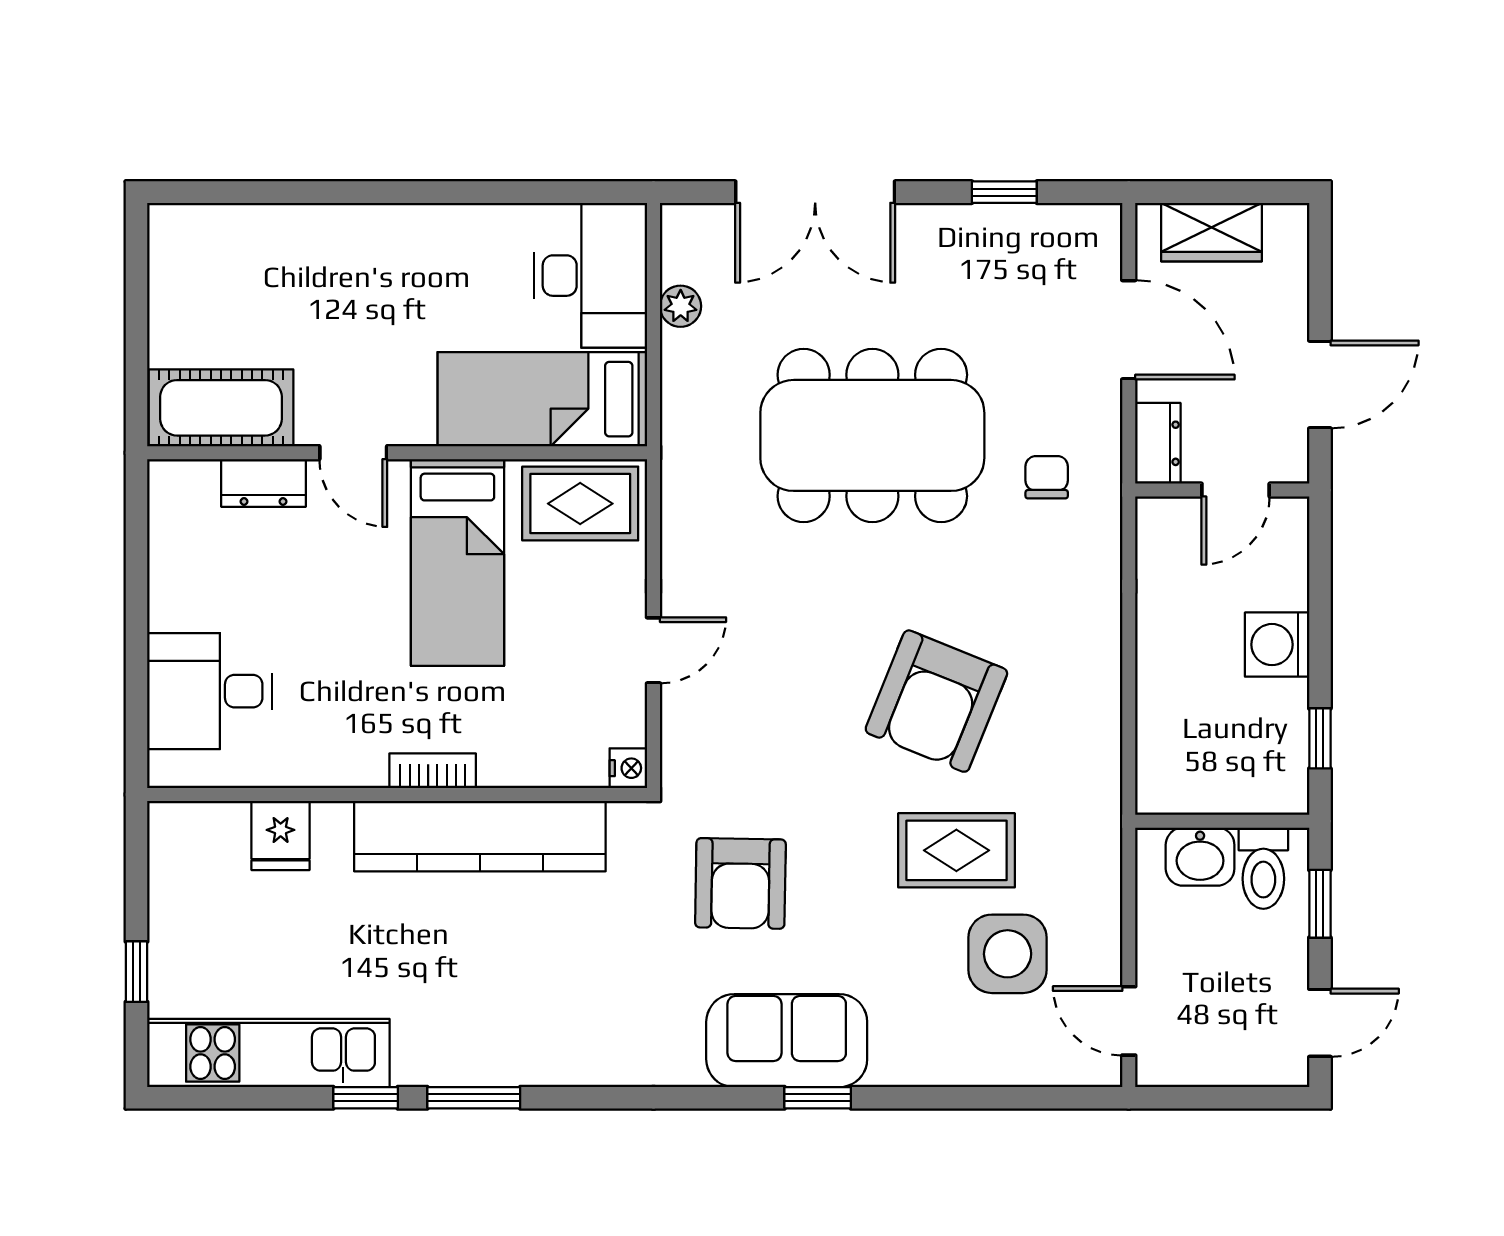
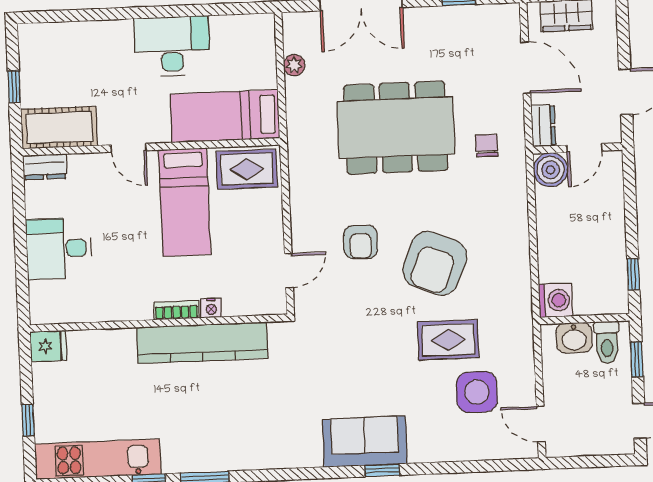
desk: (590, 276) -> (172, 46), moved, turned -90
window: (137, 325) -> (14, 87), added
dresser: (263, 483) -> (45, 167), moved
boiler: (1168, 530) -> (550, 170), added
washing machine: (1277, 645) -> (556, 300), moved, turned 180
door: (653, 650) -> (289, 271), moved
desk: (210, 691) -> (59, 249), moved
nightstand: (628, 768) -> (211, 308), moved, turned 90
fridge: (281, 836) -> (48, 346), moved, turned -90
armchair: (740, 883) -> (361, 242), moved, width x0.72, depth x0.72

